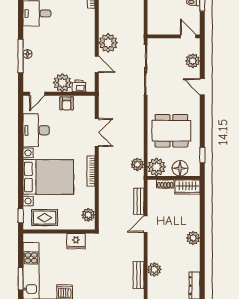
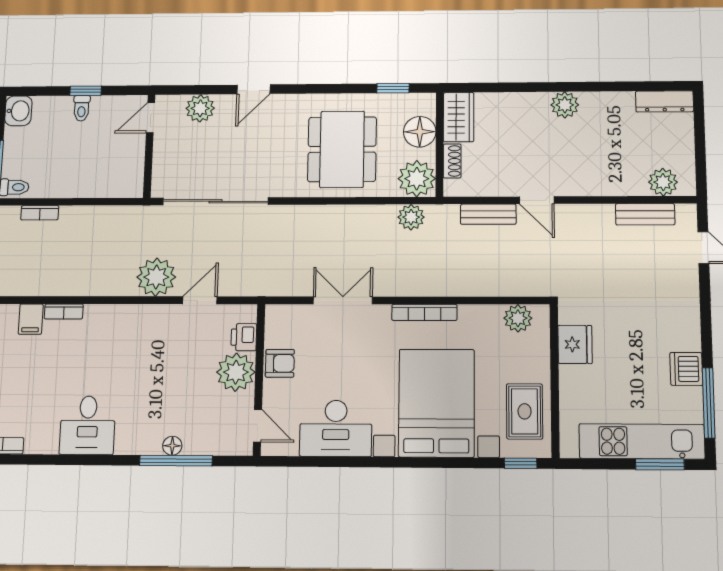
plant: (154, 269) -> (663, 182), moved

